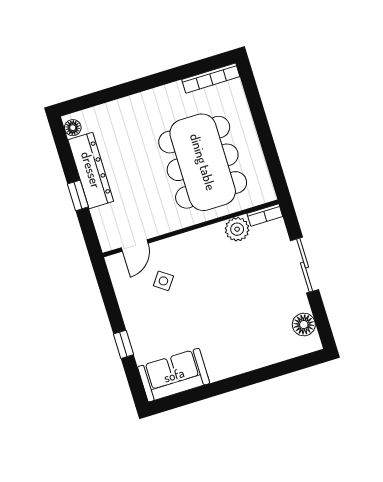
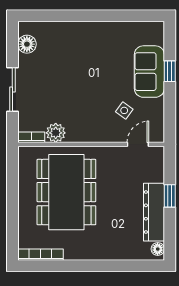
sofa: (174, 375) -> (149, 72), moved, turned 90

